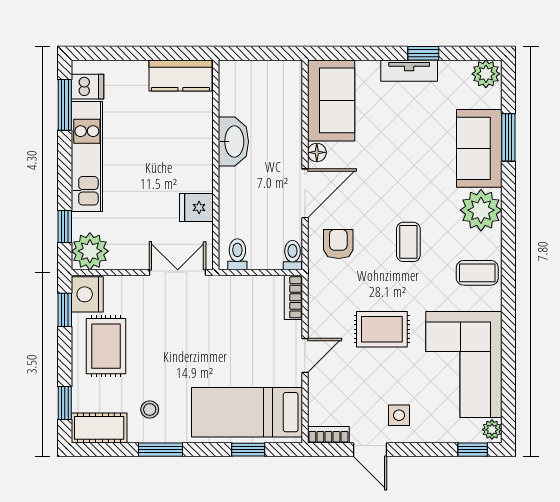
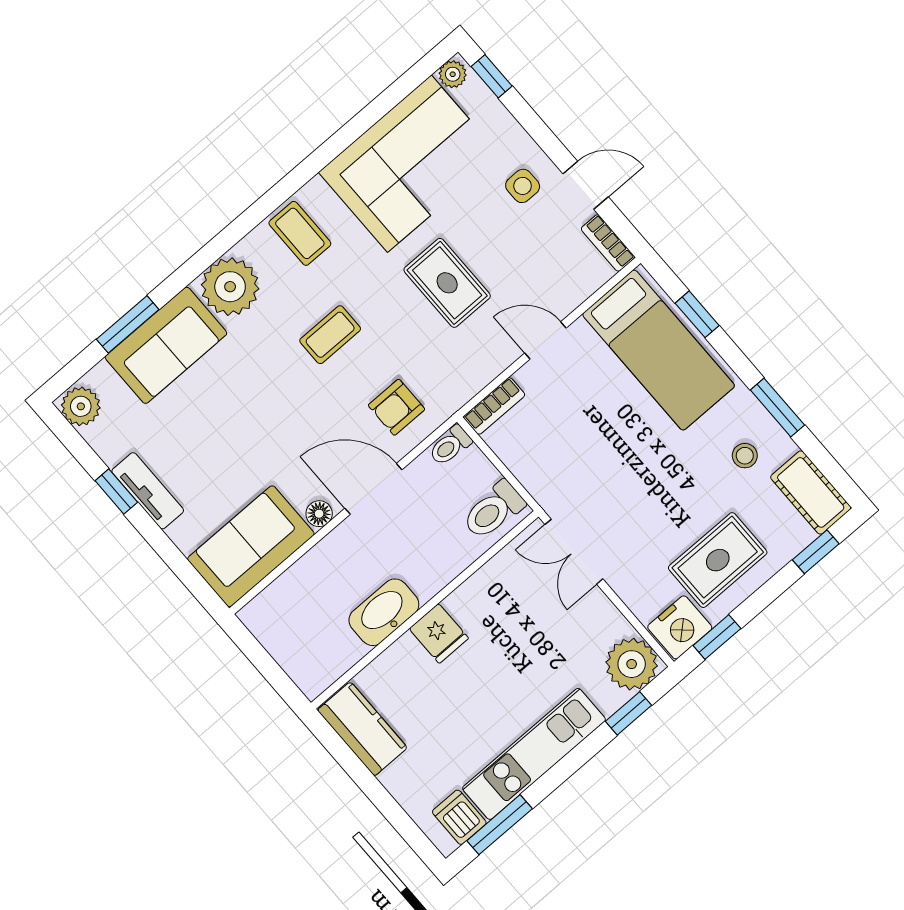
fridge: (196, 207) -> (439, 633), moved
toilet: (237, 254) -> (493, 510), width x1.37, depth x1.39
door: (370, 450) -> (586, 185), hinge flipped

